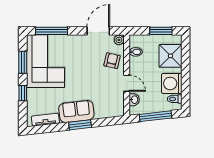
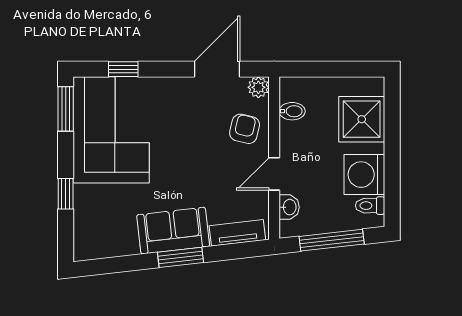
window: (51, 31) -> (123, 69), width x0.46
window: (161, 31) -> (342, 69), removed
window: (23, 62) -> (66, 109), moved
door: (127, 83) -> (274, 174), swing flipped
tv unit: (45, 120) -> (237, 233), moved

